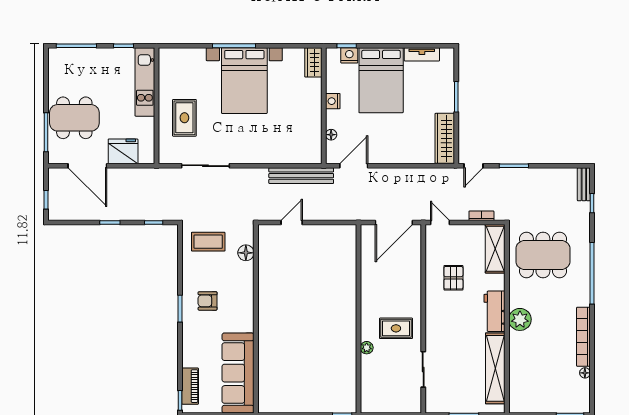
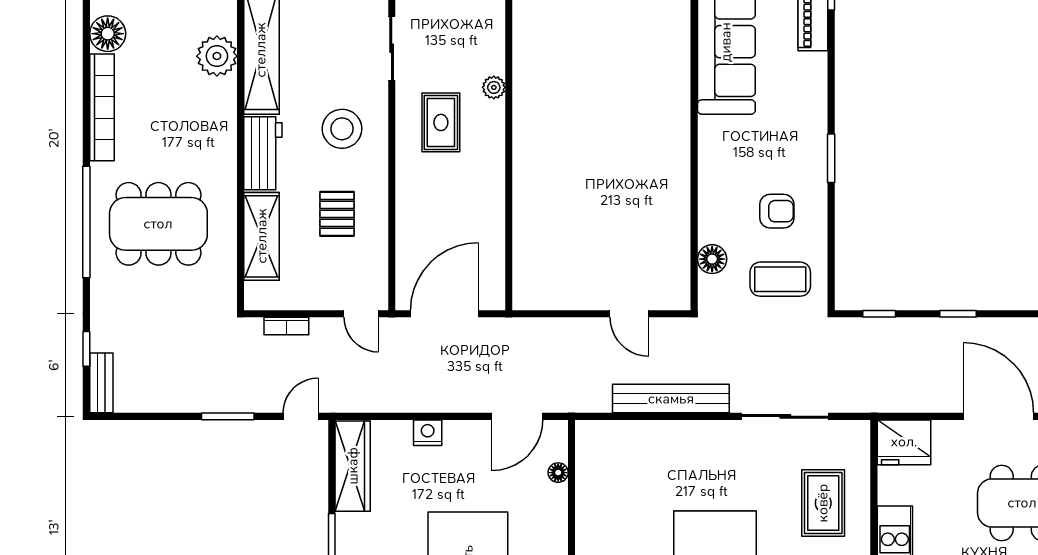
nightstand: (333, 101) -> (428, 433), moved, turned -90
fridge: (123, 151) -> (904, 442), moved
bench: (301, 176) -> (671, 399), moved
door: (292, 223) -> (629, 314), hinge flipped
shelving: (495, 249) -> (262, 236), moved
dining table: (543, 255) -> (158, 224), moved
armchair: (208, 301) -> (777, 211), moved
plant: (520, 319) -> (217, 56), moved
stool: (451, 325) -> (342, 129), added
rug: (396, 328) -> (441, 122), turned 90
floor lamp: (585, 373) -> (108, 34), width x1.89, depth x1.89

